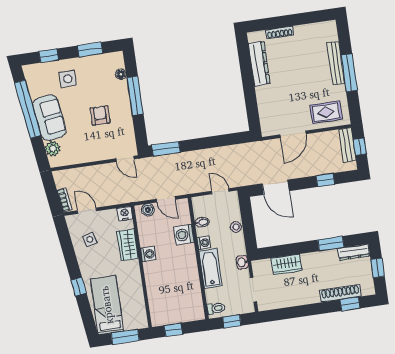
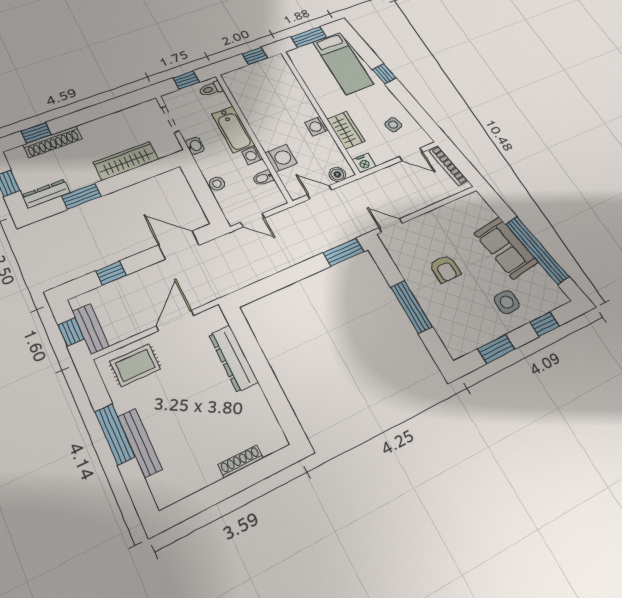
dresser: (259, 64) -> (233, 358), moved
floor lamp: (121, 74) -> (442, 329), removed
plant: (53, 149) -> (484, 213), removed
bookcase: (65, 200) -> (448, 166), width x1.56
wardrobe: (287, 264) -> (126, 161), width x1.50

